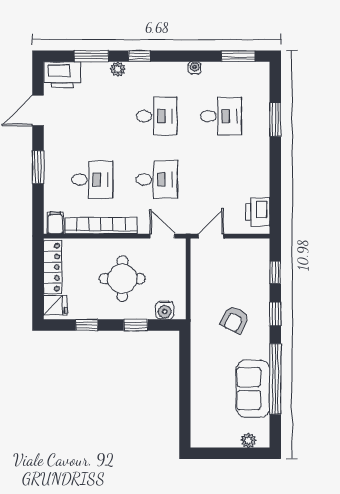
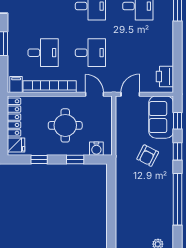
sofa: (253, 389) -> (161, 117), moved

